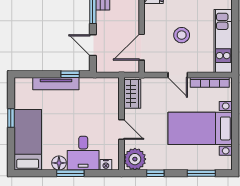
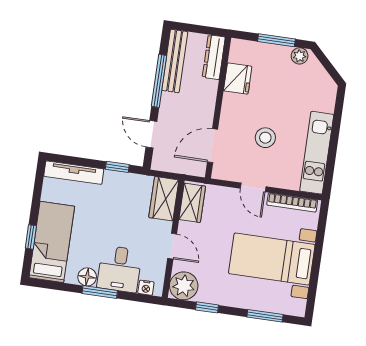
tv unit: (56, 84) -> (74, 173), moved
wardrobe: (110, 94) -> (164, 199), added
window: (11, 118) -> (31, 237), moved

